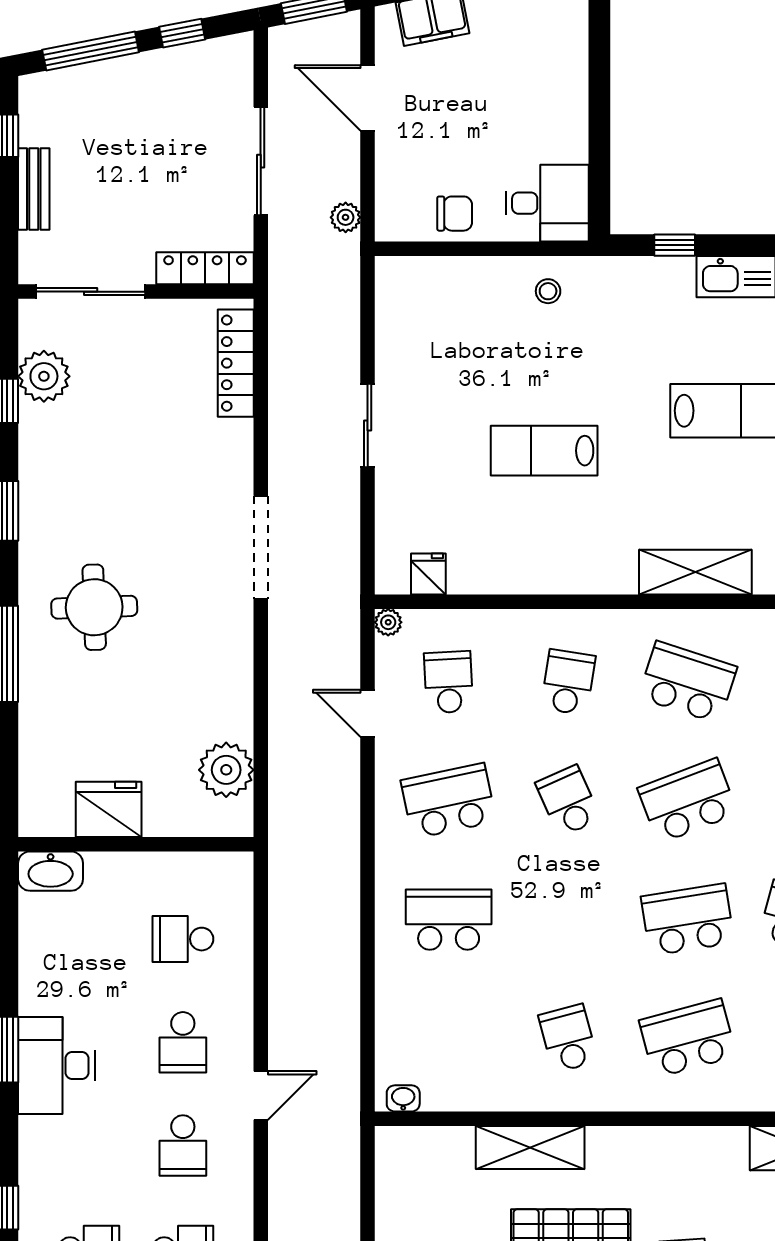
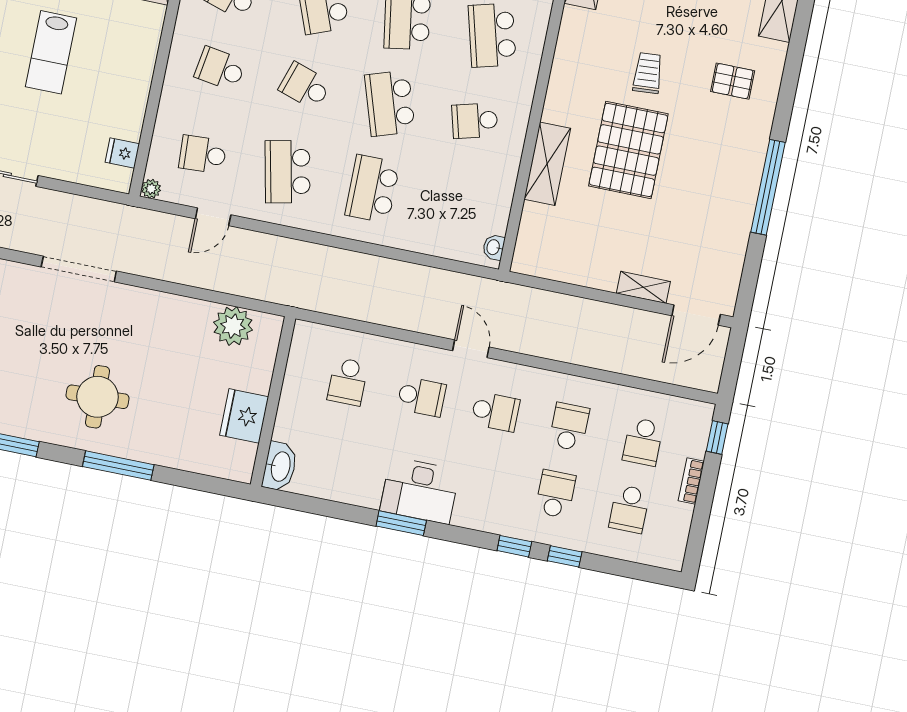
school desk: (568, 801) -> (305, 86), turned 42
school desk: (568, 920) -> (390, 103), added

